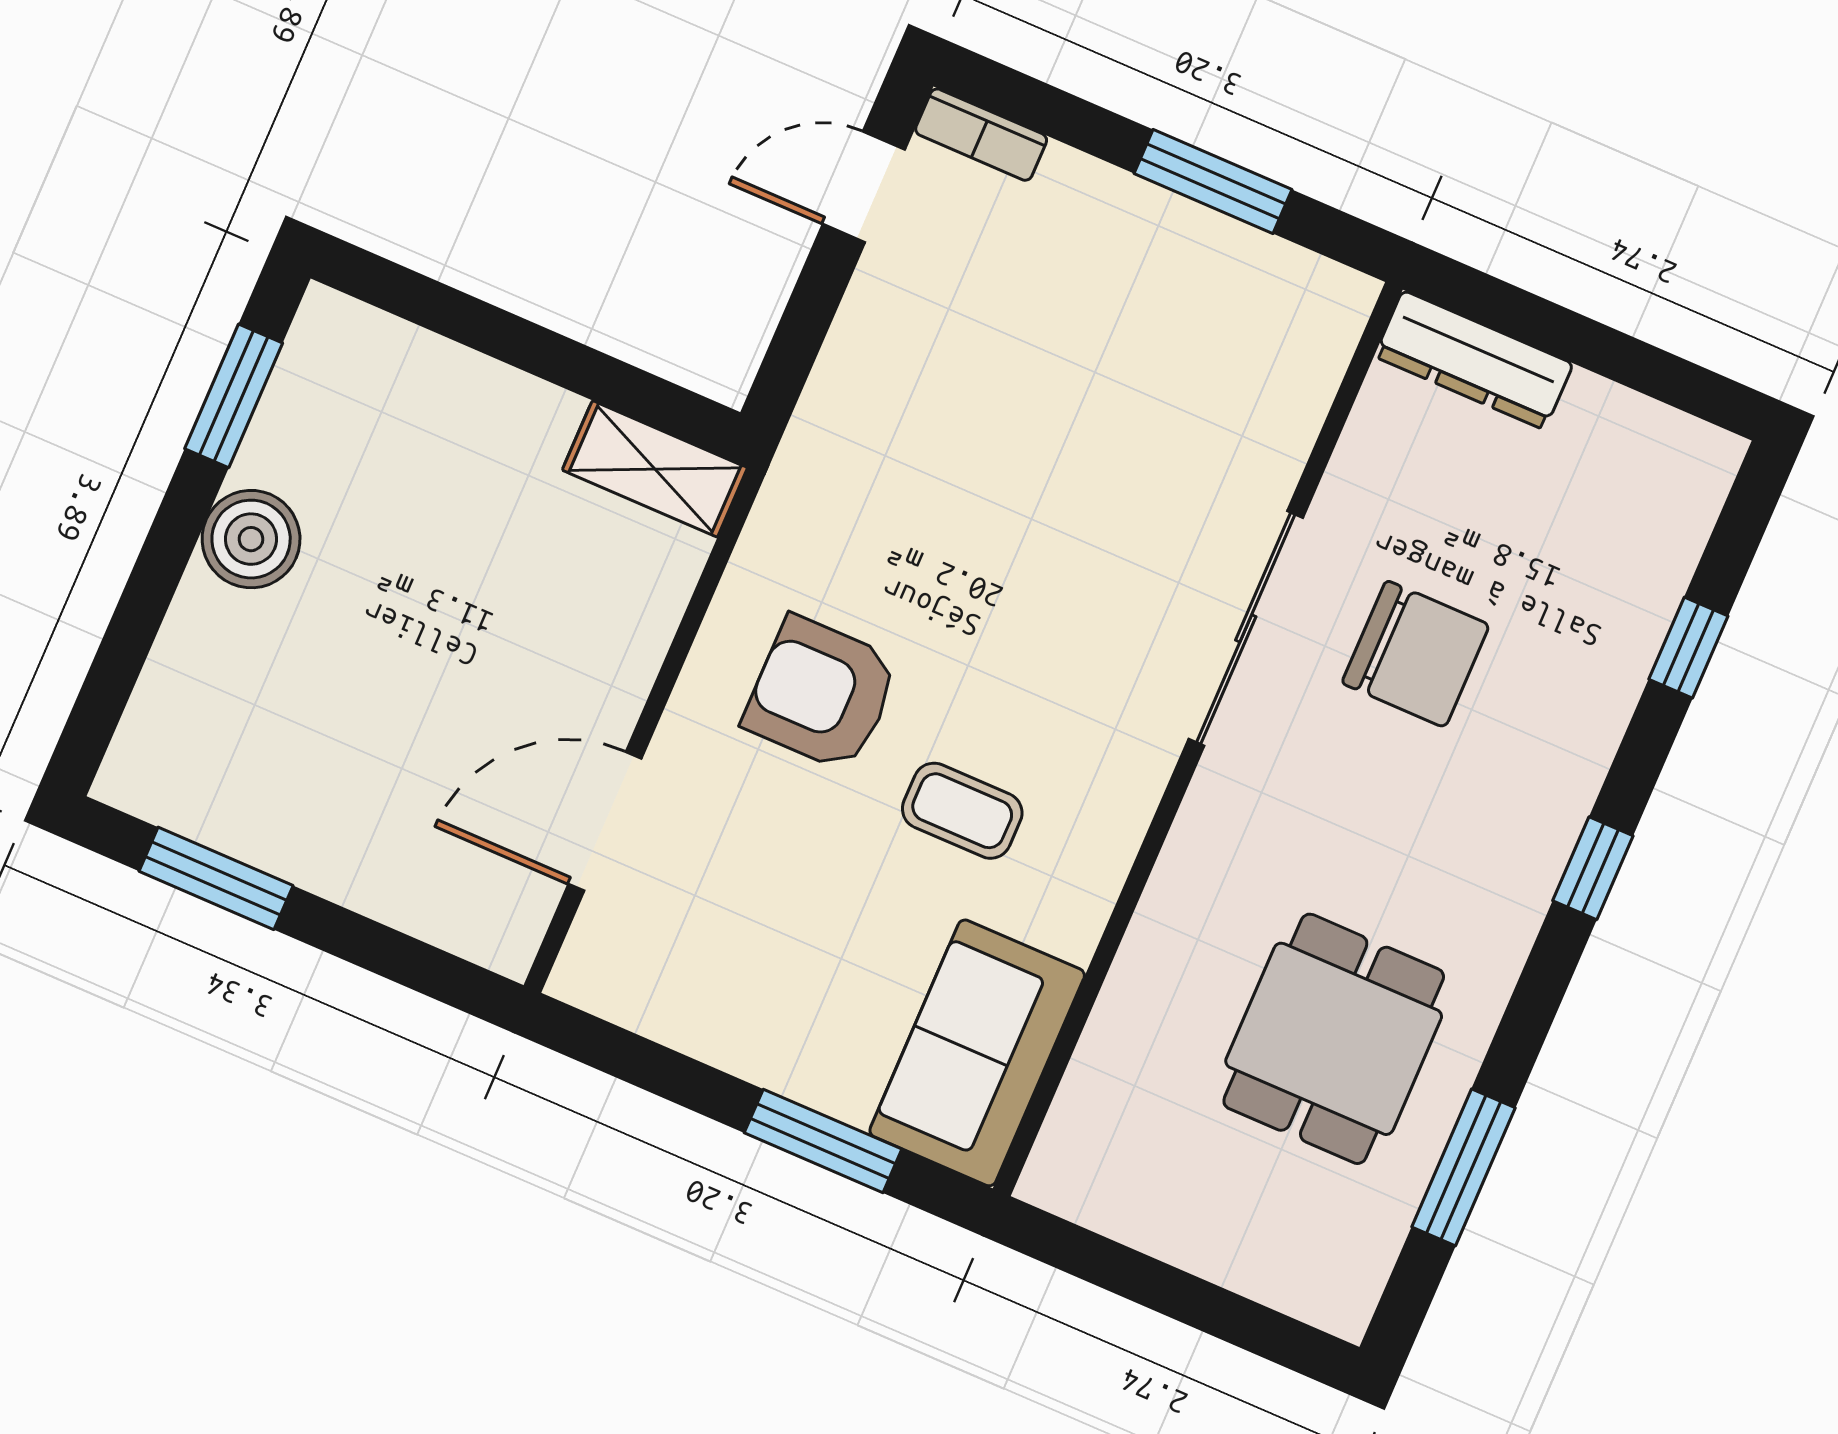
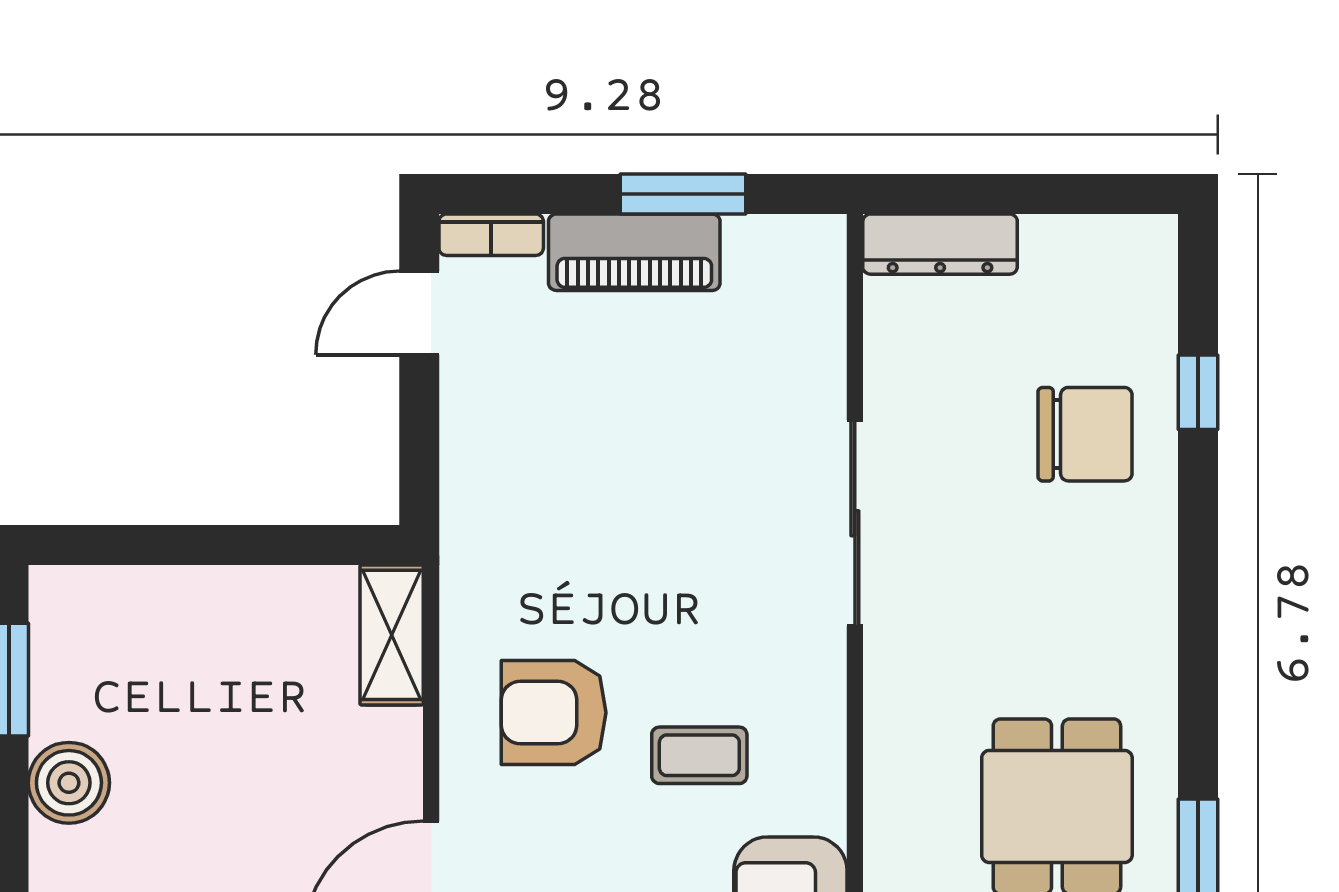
piano: (1131, 223) -> (634, 252), added
shelving: (655, 469) -> (392, 635), moved, turned 90
chair: (1416, 654) -> (1085, 434), moved
window: (1593, 868) -> (1198, 591), removed

